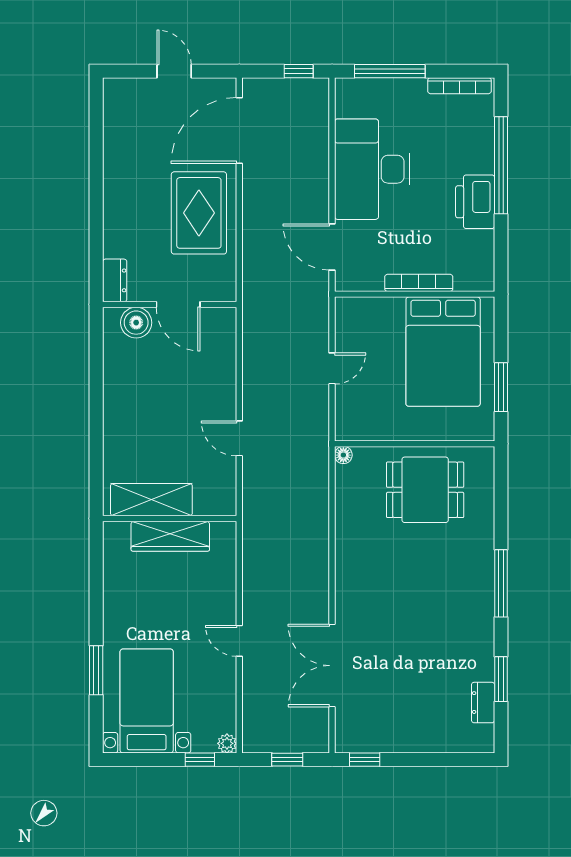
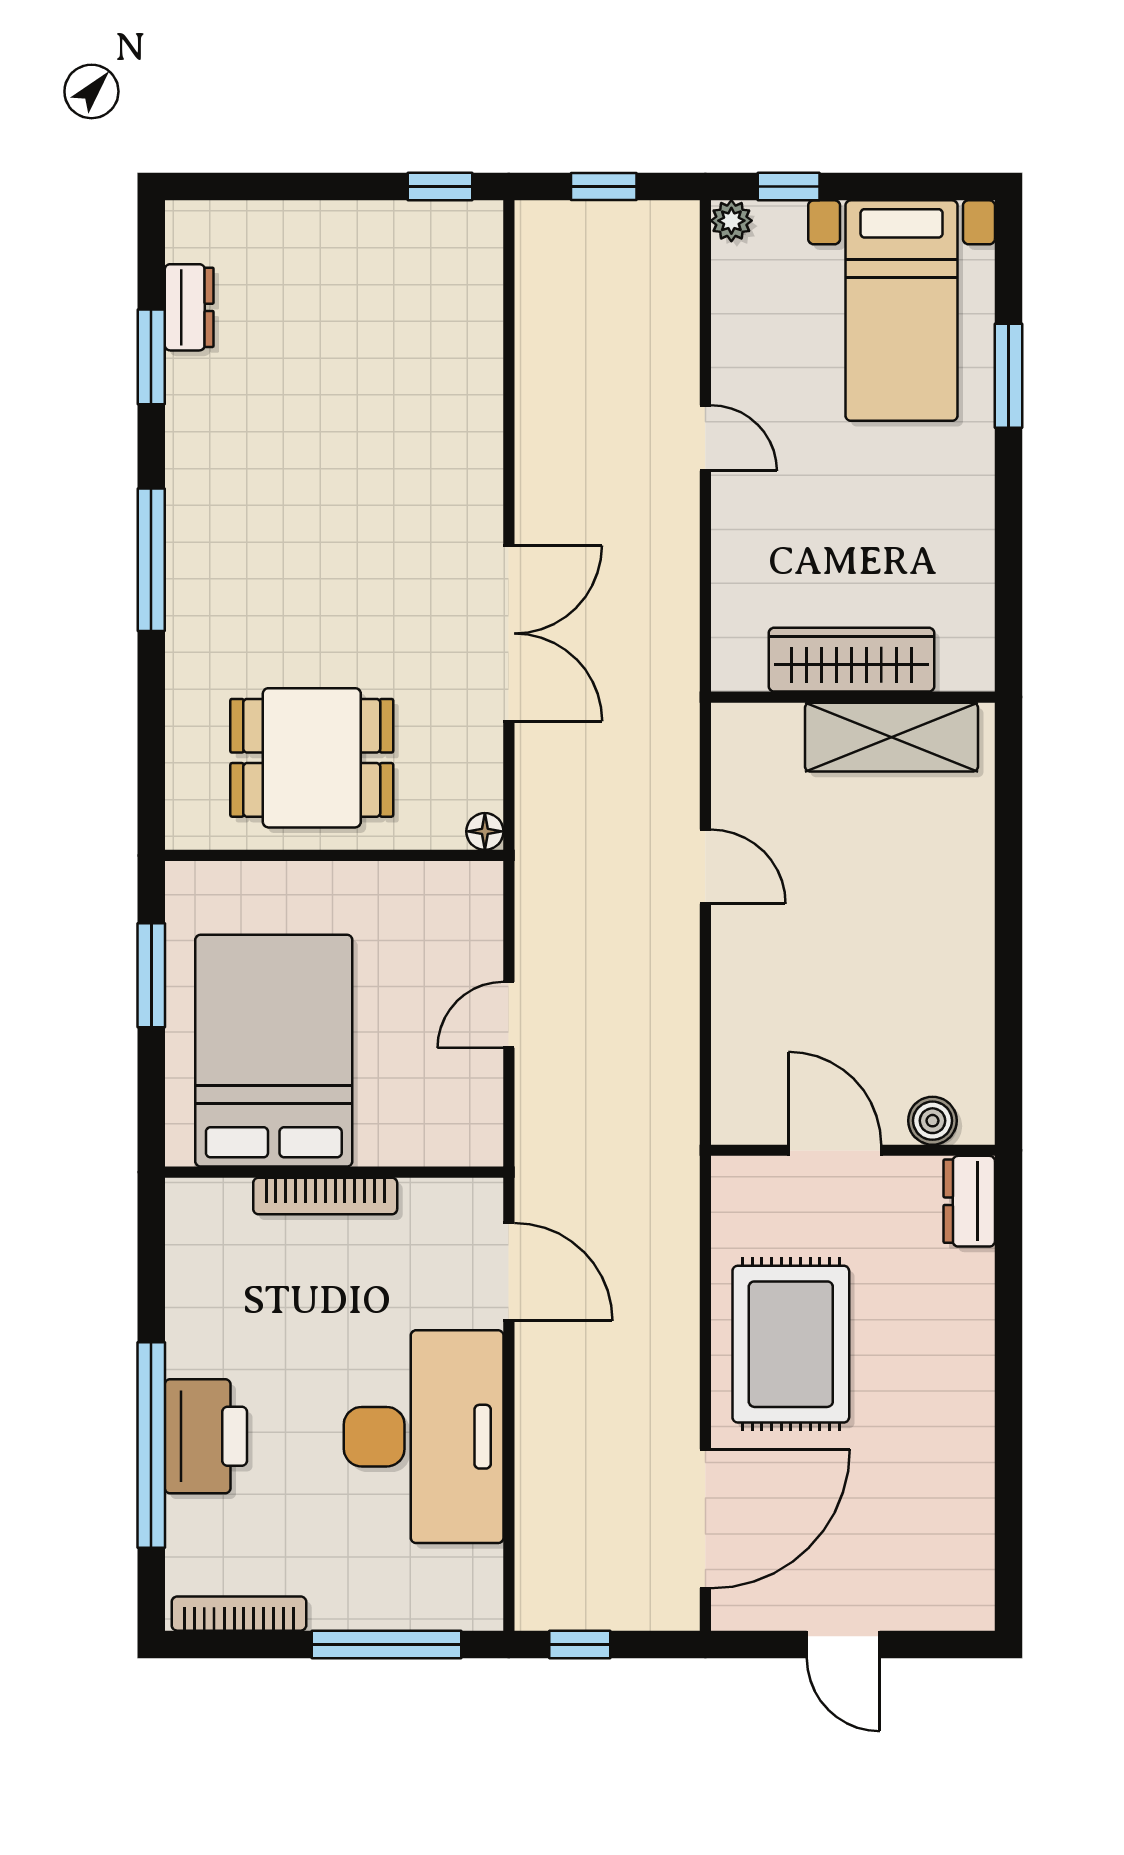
printer: (475, 202) -> (206, 1436), moved
boiler: (136, 323) -> (932, 1121), width x0.73, depth x0.73
double door: (332, 666) -> (509, 633), moved

